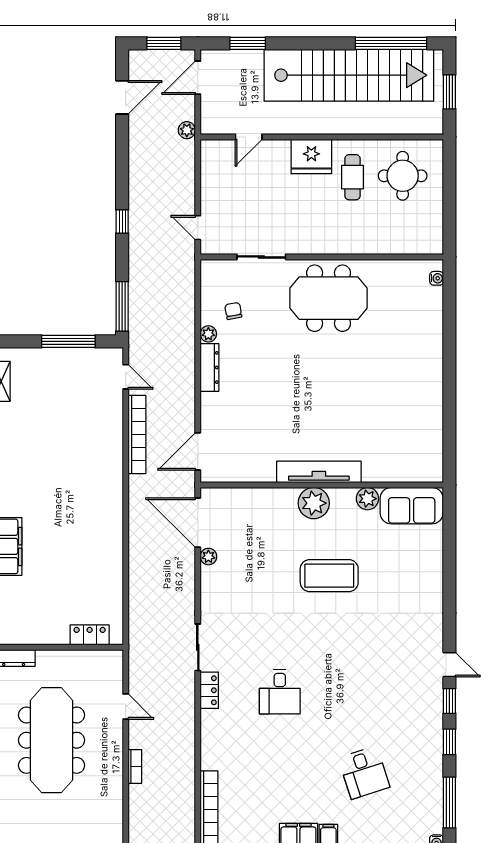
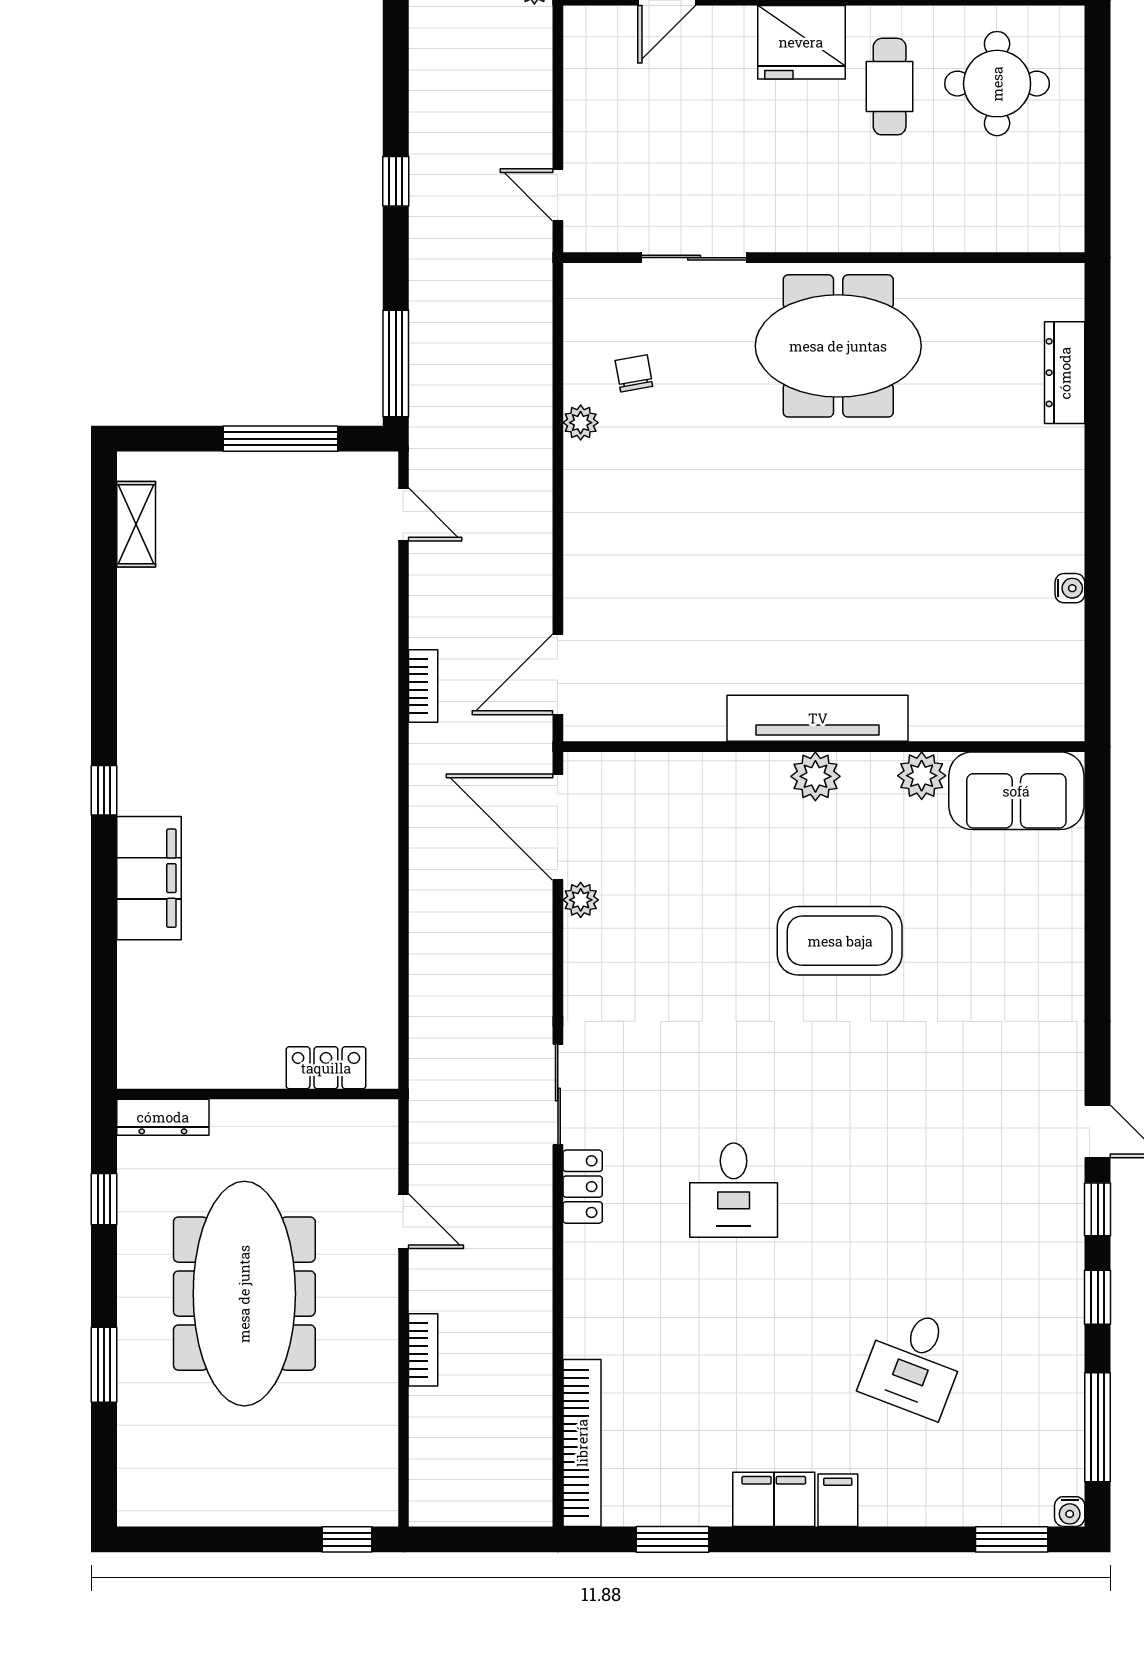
water cooler: (437, 278) -> (1070, 588), moved
dresser: (209, 368) -> (1065, 373), moved, turned 180
bookcase: (137, 435) -> (423, 686), width x0.43, depth x0.76
plant: (314, 503) -> (815, 776), width x0.73, depth x0.73
desk: (364, 772) -> (914, 1363), turned 39

